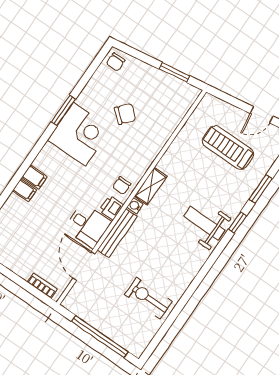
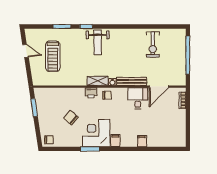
filing cabinet: (34, 177) -> (115, 141), moved
printer: (111, 208) -> (91, 93), moved

